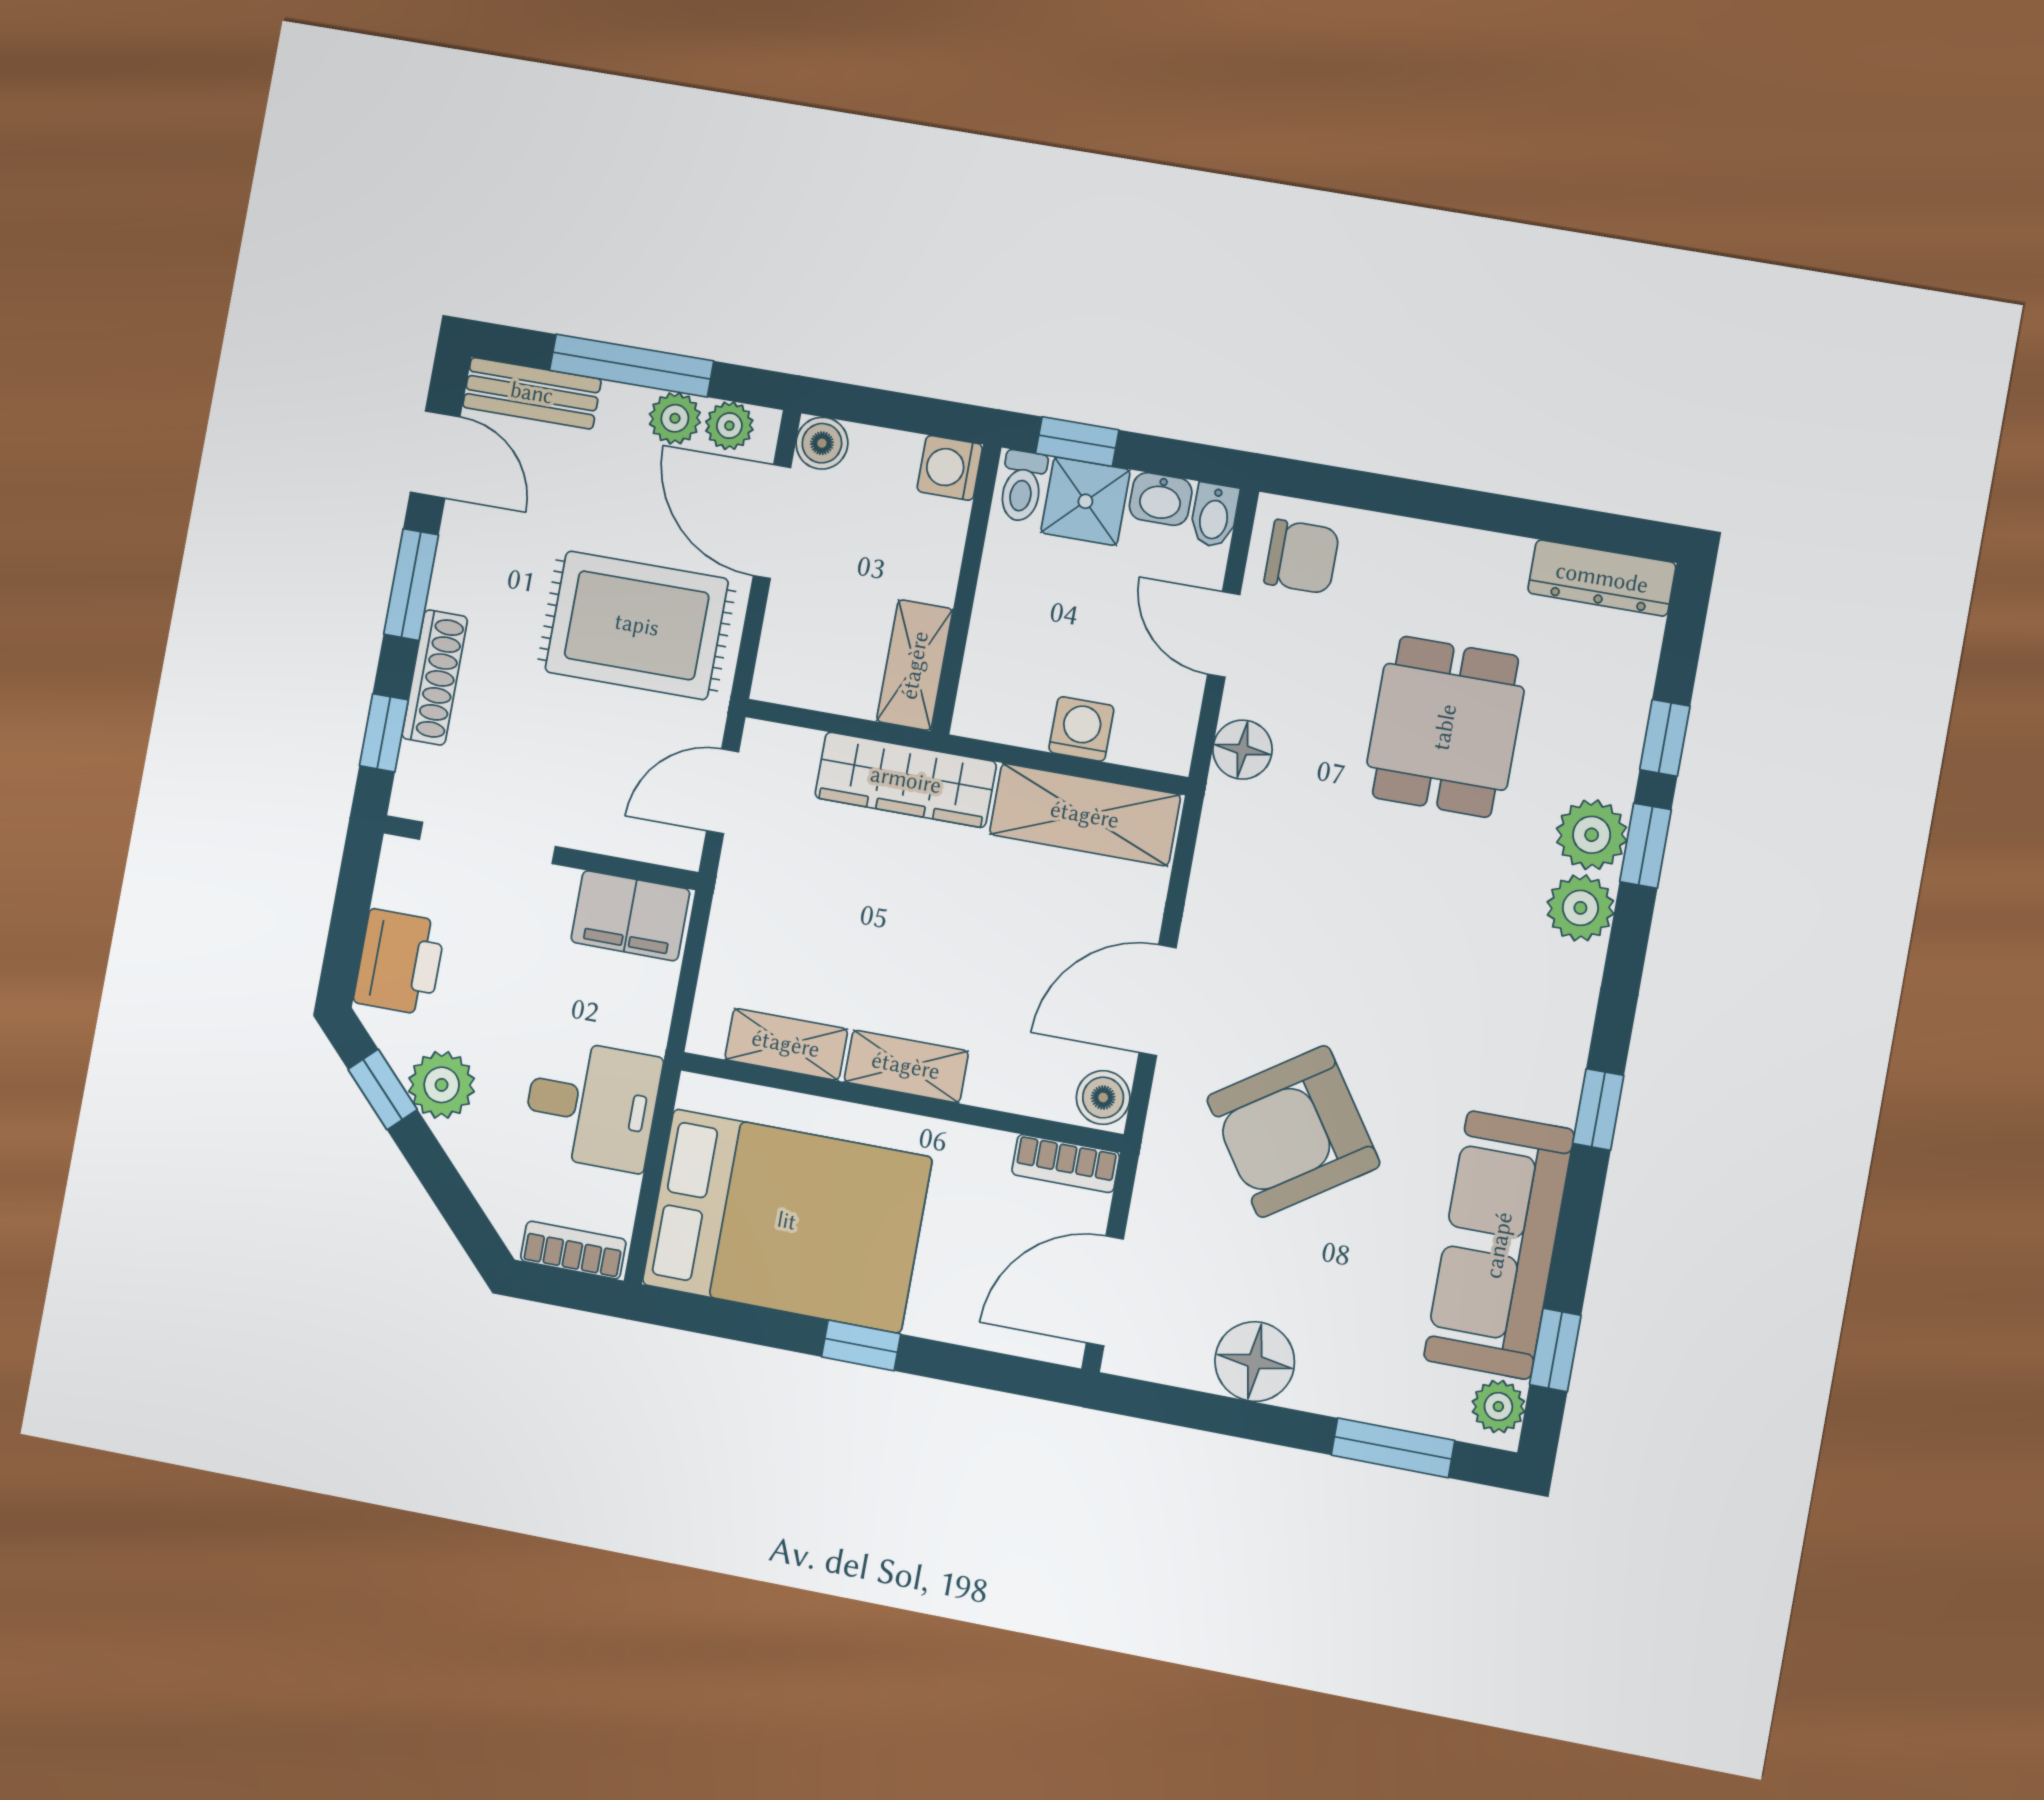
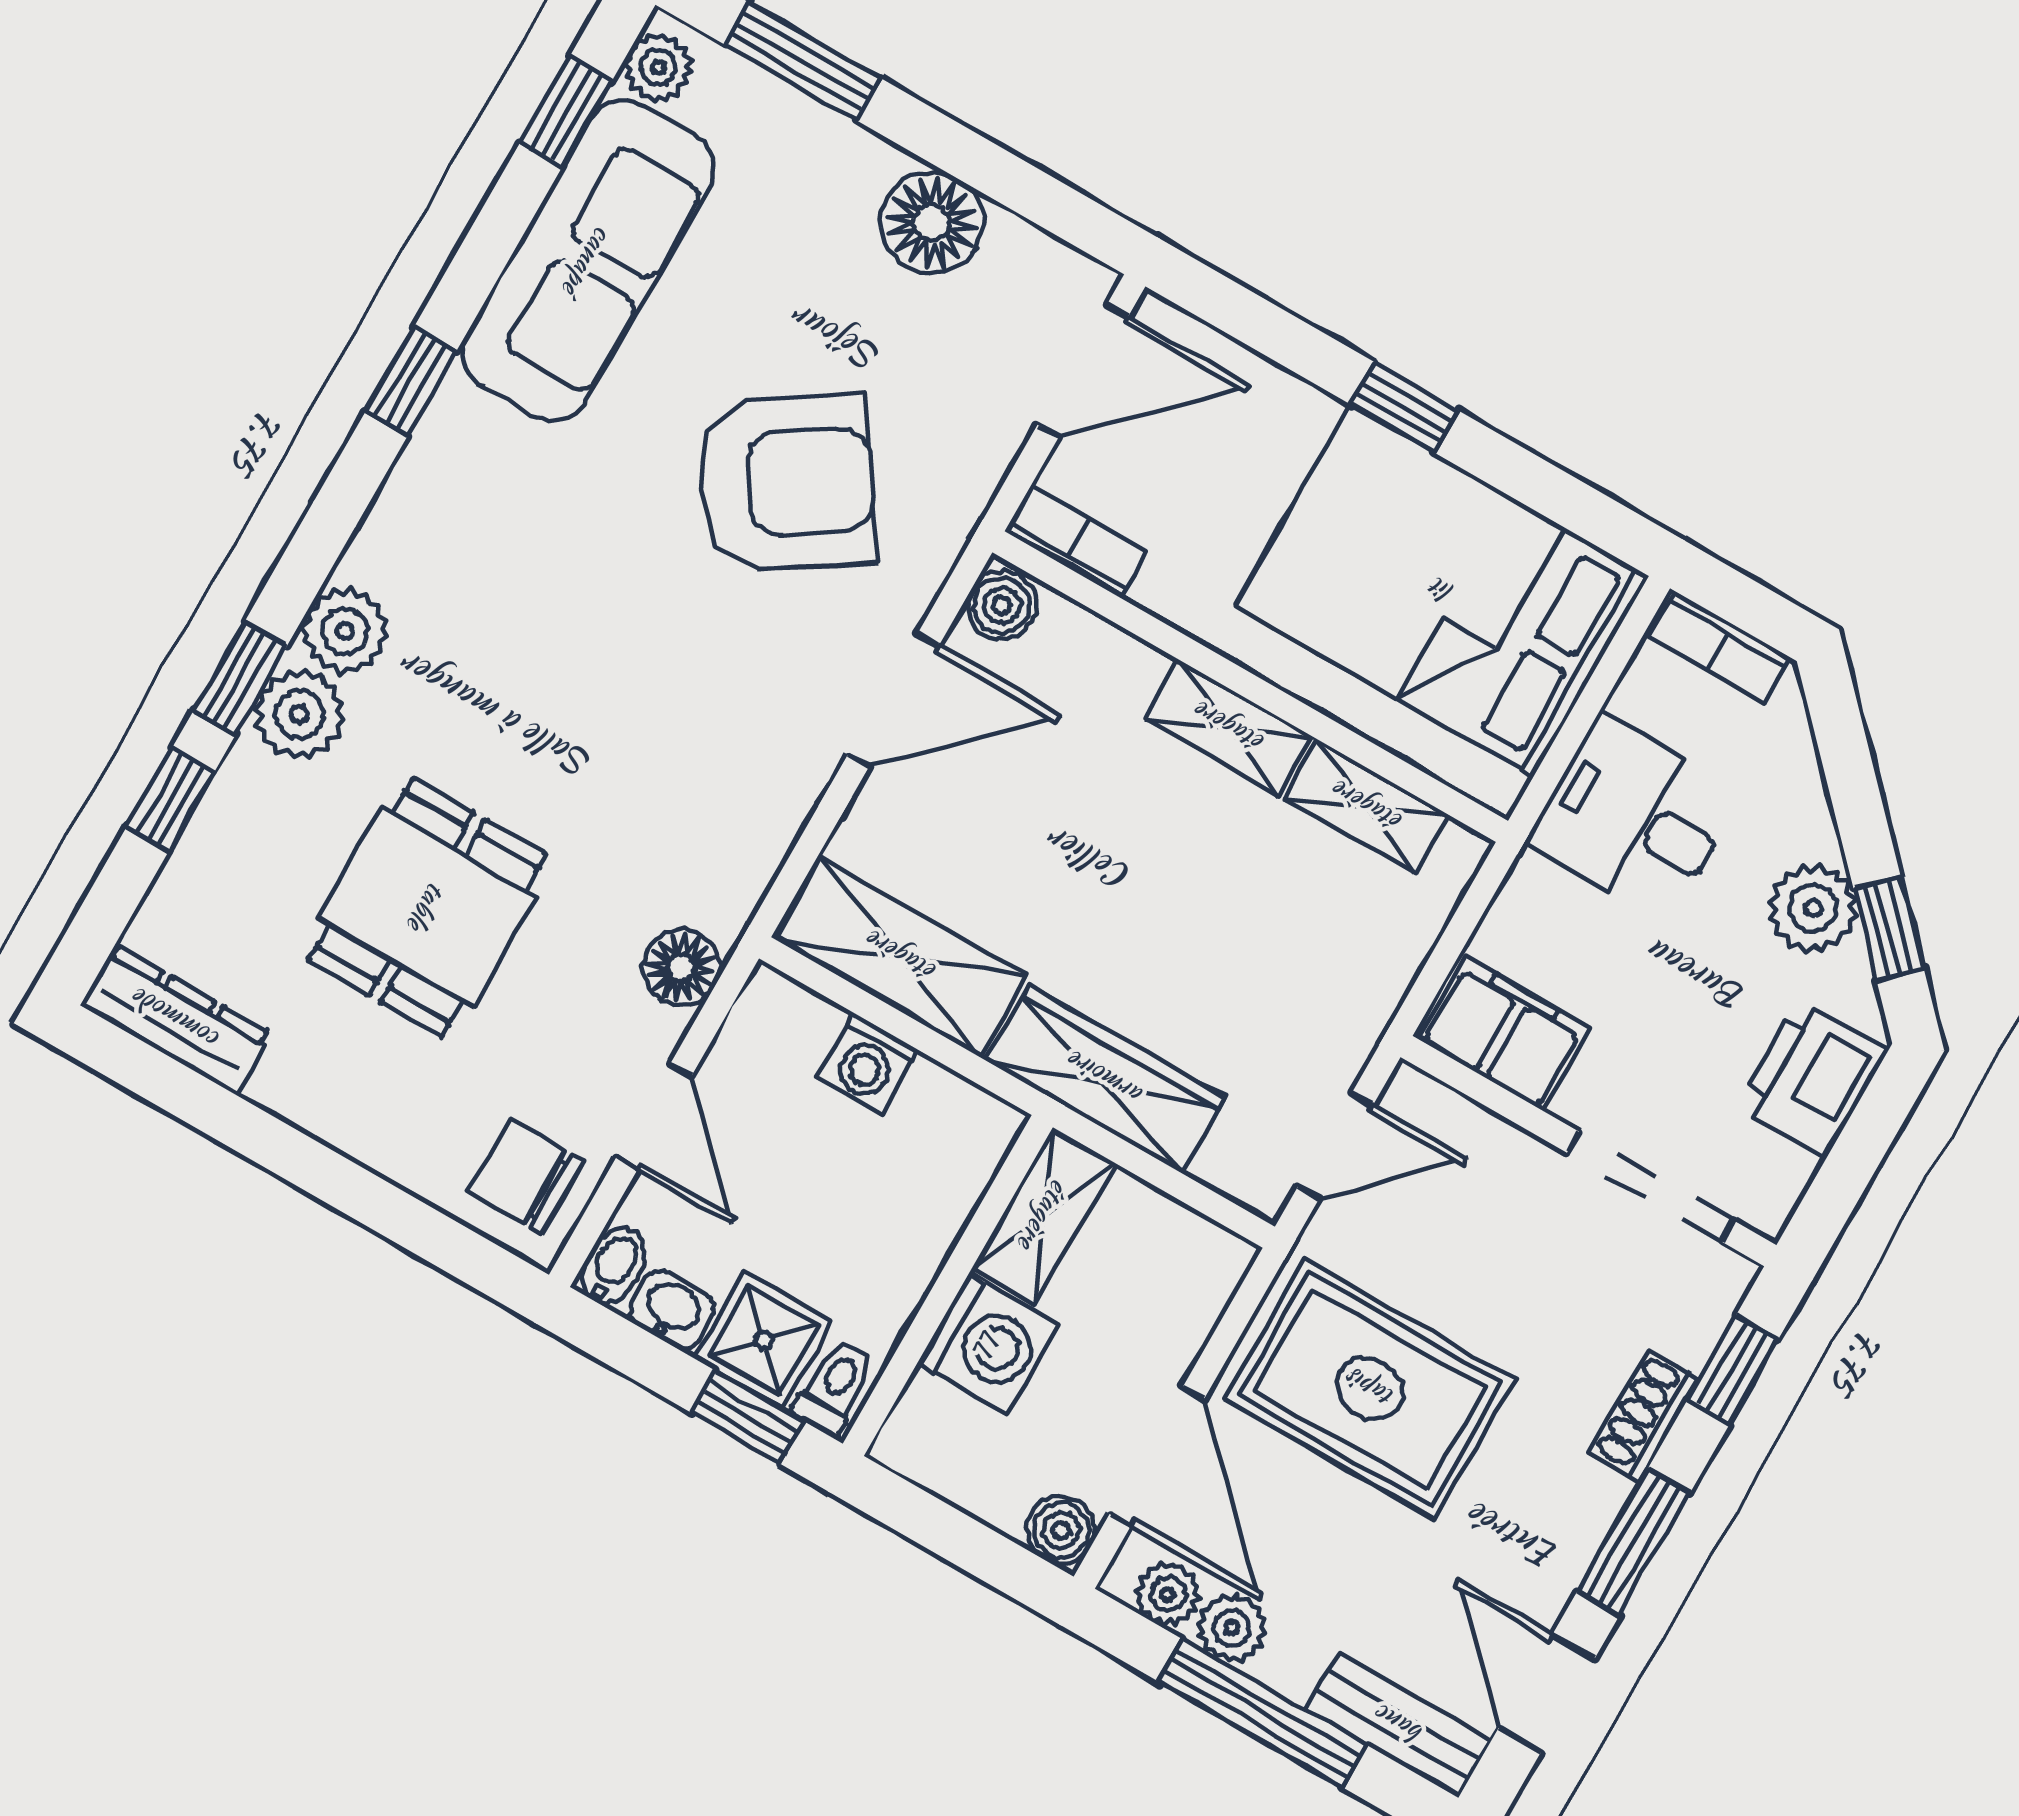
washing machine: (950, 468) -> (988, 1344), moved, width x1.38, depth x1.38
shoe rack: (435, 678) -> (1645, 1416), width x0.70

